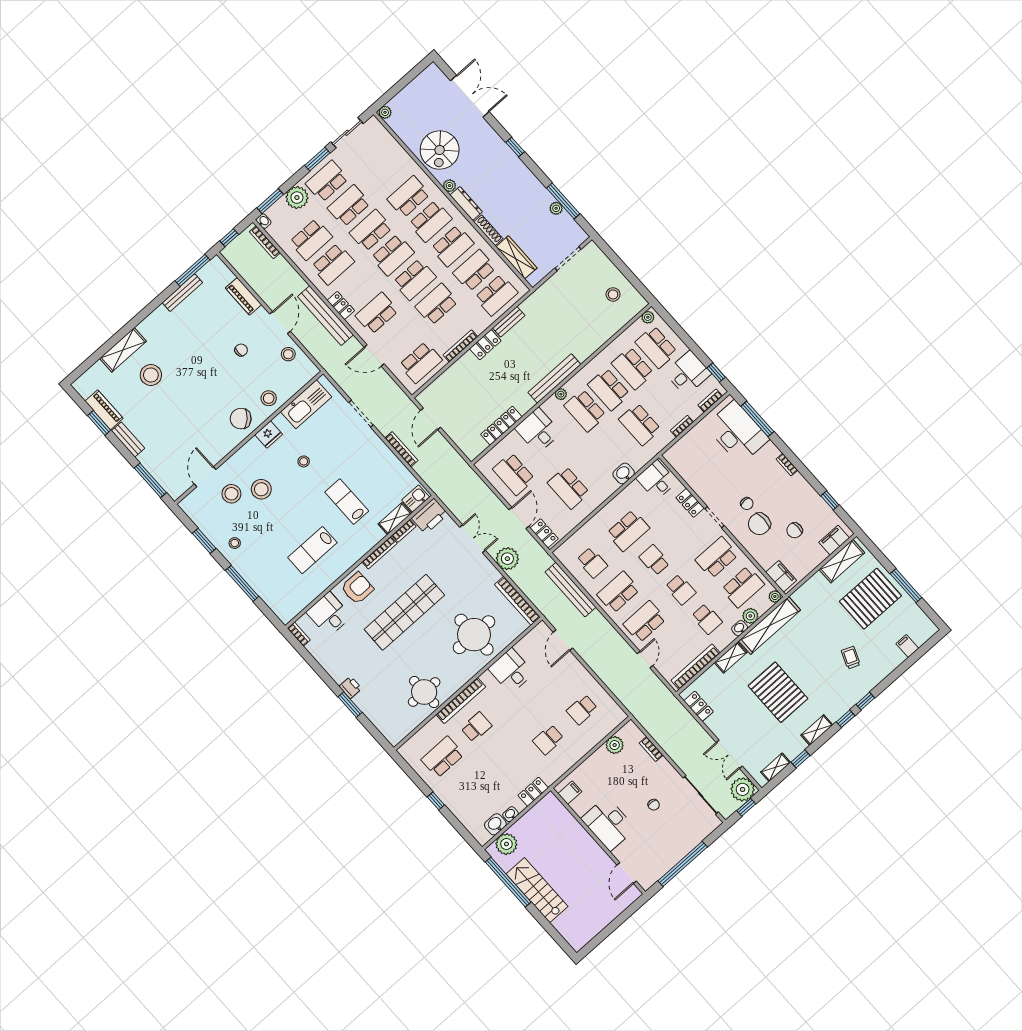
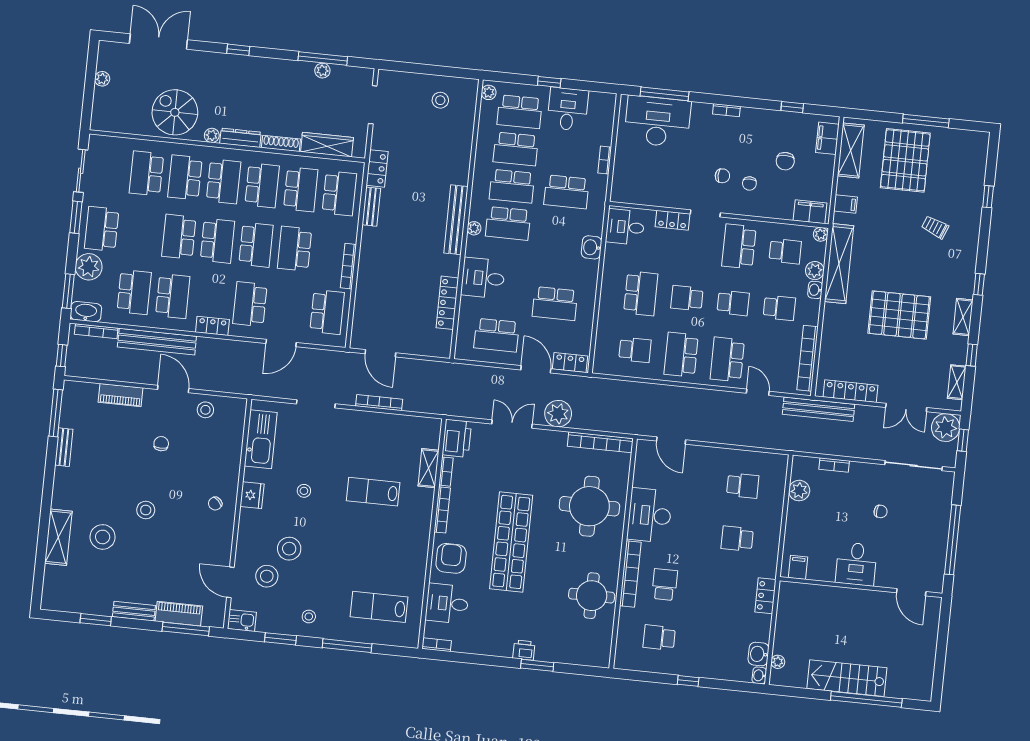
plant: (385, 112) -> (102, 79), moved
spiral stairs: (440, 150) -> (175, 112), turned 180
school desk: (349, 206) -> (146, 173), moved
washbasin: (264, 221) -> (86, 312), width x1.91, depth x1.45
school desk: (474, 270) -> (301, 189), turned 180
bench: (182, 293) -> (64, 447), width x0.73
bench: (325, 316) -> (157, 342), moved
locker: (485, 345) -> (377, 168), moved
window: (716, 373) -> (549, 82), moved
stool: (269, 398) -> (146, 510), moved
bookcase: (710, 401) -> (609, 115), removed
piano: (104, 410) -> (179, 614), moved
chair: (241, 419) -> (215, 504), width x0.54, depth x0.54
kitchen sink: (416, 499) -> (242, 620), moved, turned 90
chair: (759, 524) -> (749, 183), width x0.54, depth x0.54
lab bench: (312, 550) -> (379, 607), moved, turned 90
school desk: (743, 587) -> (785, 251), width x0.54
bench: (570, 590) -> (819, 409), moved
filing cabinet: (907, 646) -> (846, 204), moved, turned 180
shelving: (731, 657) -> (831, 322), removed
desk: (511, 671) -> (650, 515), width x1.37
window: (865, 701) -> (988, 197), moved
locker: (699, 706) -> (850, 391), width x1.53
school desk: (582, 710) -> (743, 486), turned -90
school desk: (548, 740) -> (737, 539), turned 90
school desk: (443, 757) -> (659, 638), width x0.54
washbasin: (511, 814) -> (759, 675), moved
desk: (608, 824) -> (856, 564), width x0.73
plant: (506, 844) -> (778, 662), width x0.53, depth x0.53
window: (508, 882) -> (866, 699), moved

